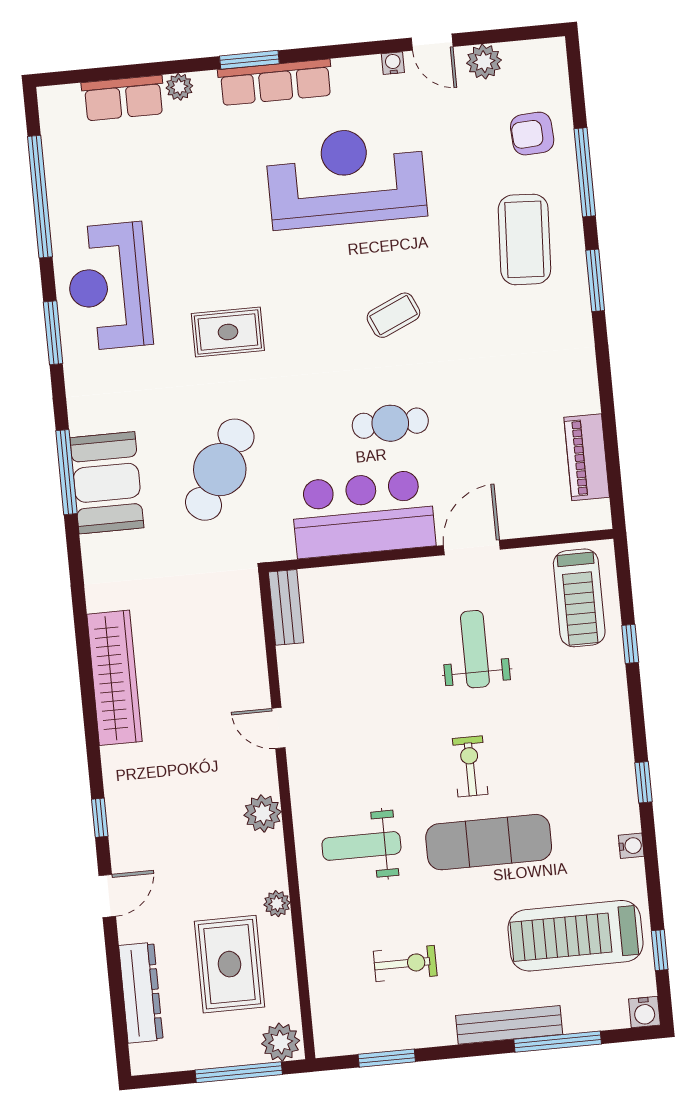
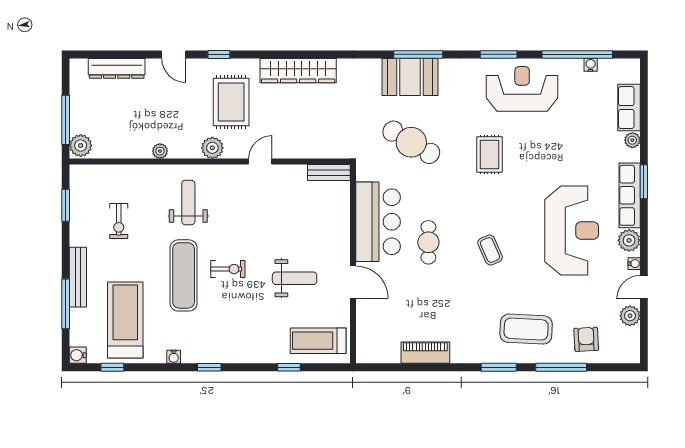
plant: (354, 76) -> (629, 240), added
water cooler: (56, 172) -> (591, 65), added
piano: (587, 457) -> (425, 353), moved
rug: (230, 964) -> (231, 102), moved, turned 90

